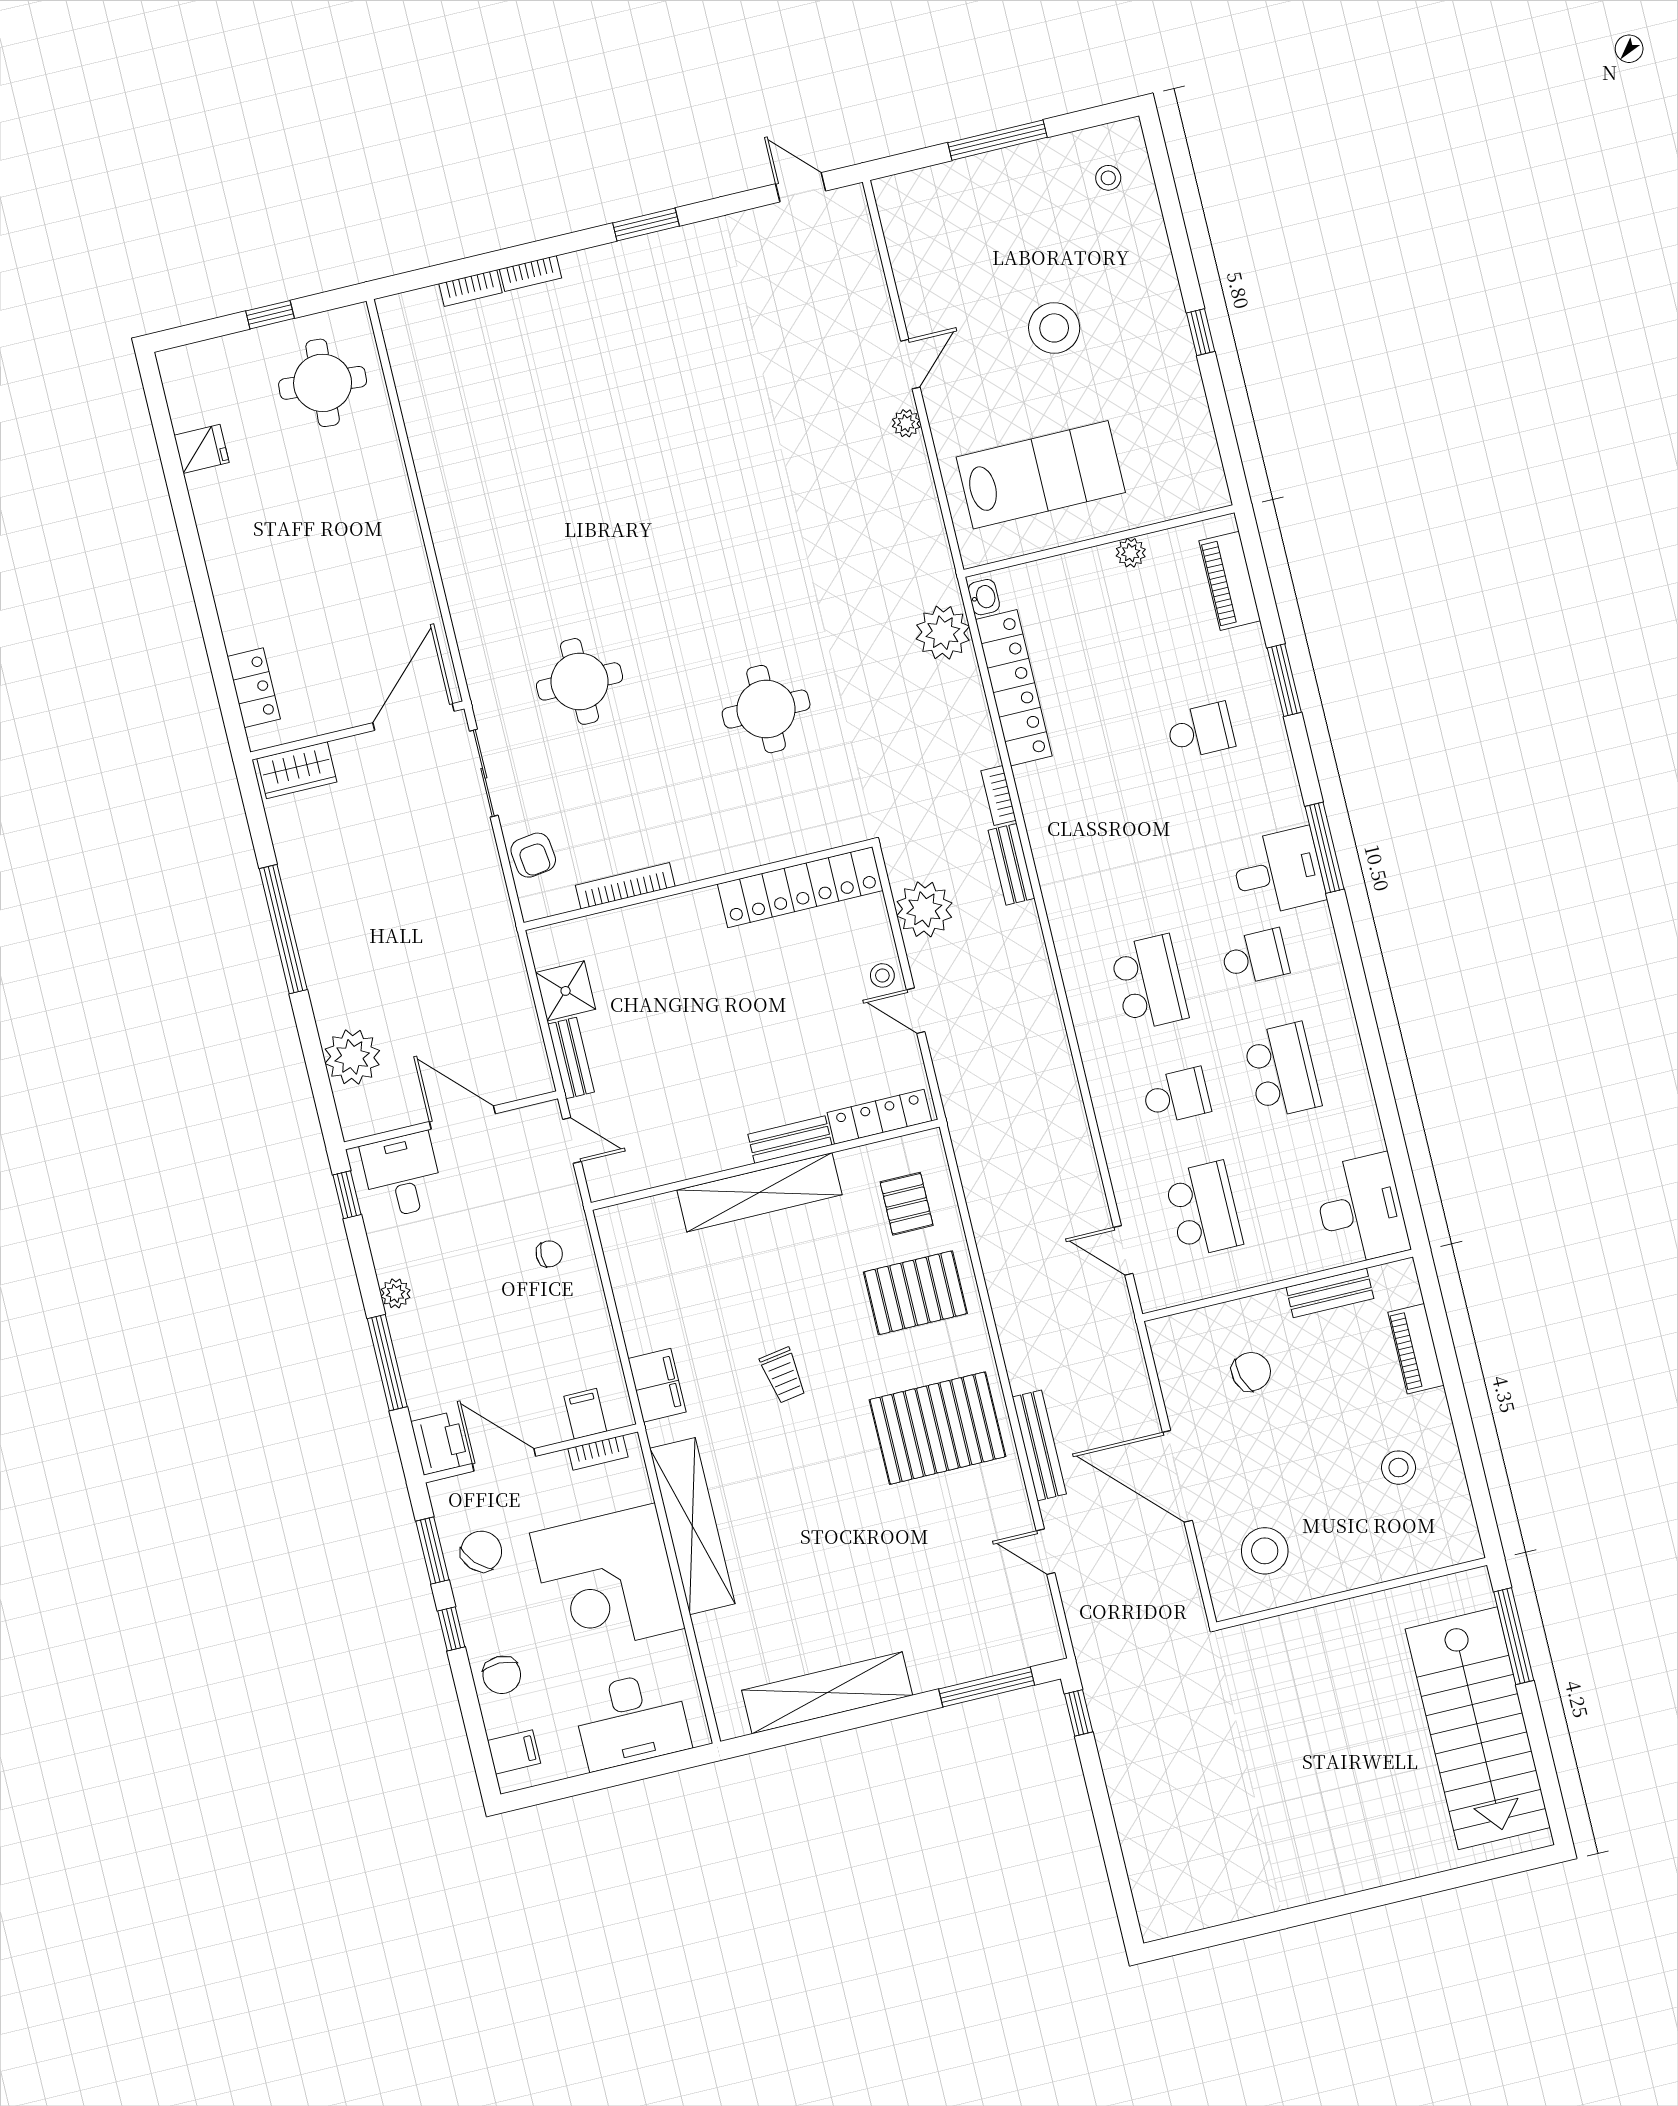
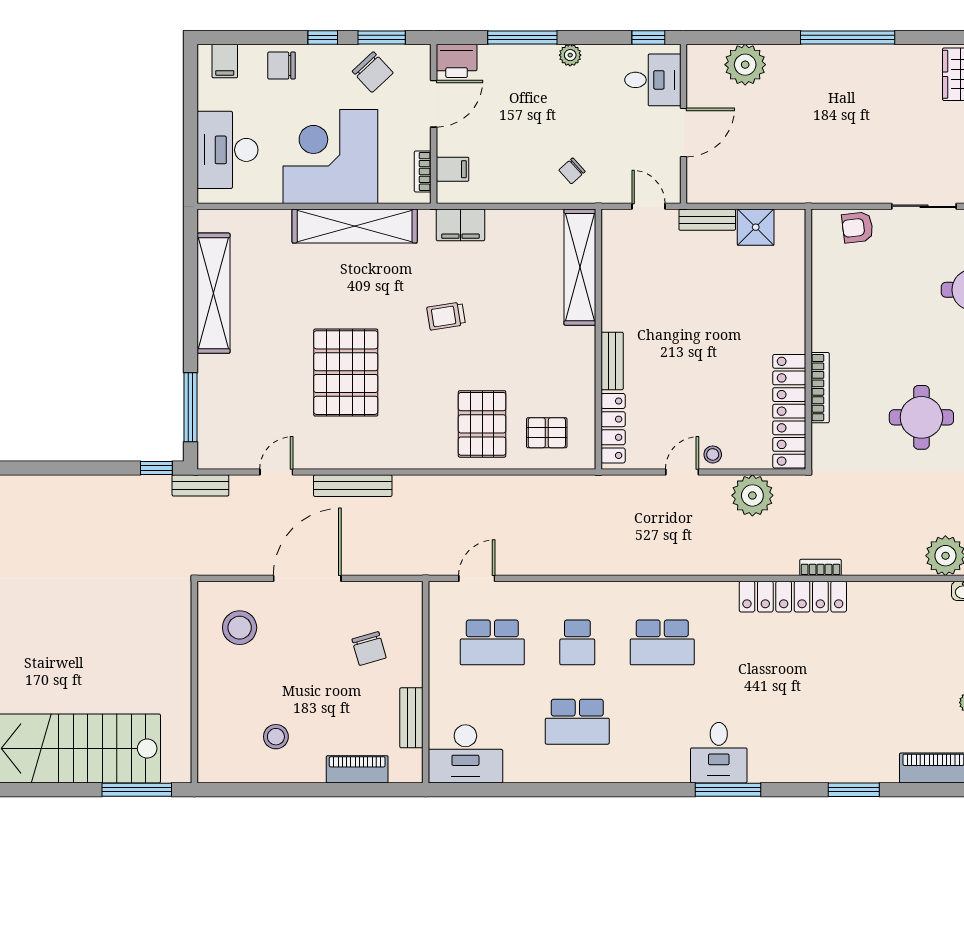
locker: (1014, 688) -> (793, 597), moved
school desk: (1200, 731) -> (832, 722), removed
bench: (1011, 864) -> (200, 485), moved
bookcase: (625, 886) -> (820, 388), moved
school desk: (1255, 957) -> (662, 722), removed
door: (572, 1140) -> (649, 206), swing flipped
shelving: (759, 1192) -> (580, 267), moved
chair: (549, 1254) -> (572, 171), turned 48
pallet: (938, 1428) -> (346, 373), moved

